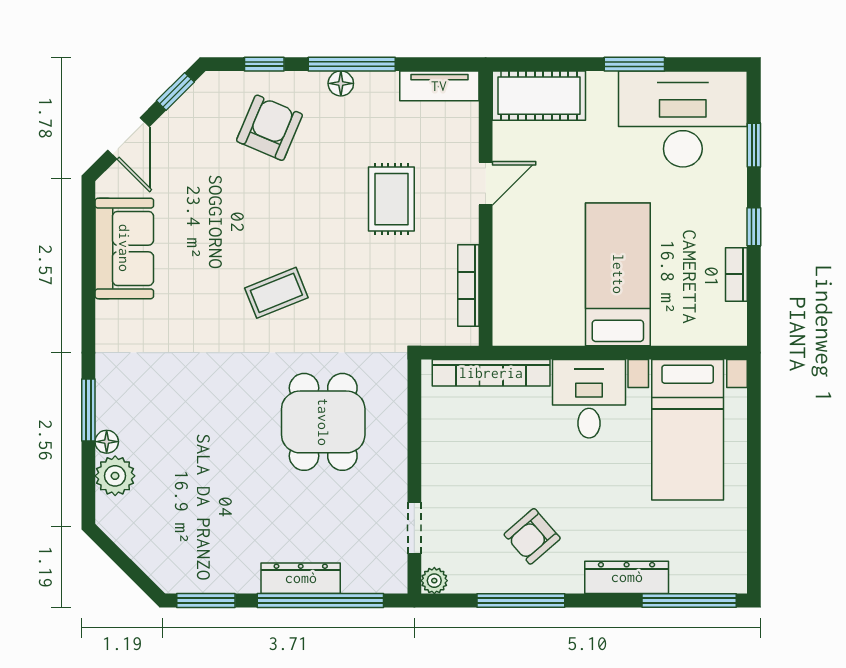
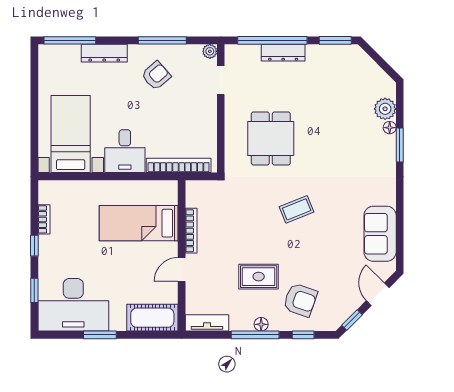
armchair: (270, 128) -> (300, 300), turned -94
rug: (391, 199) -> (259, 277), moved, turned 90
bed: (618, 274) -> (139, 223), moved, turned 90
bookcase: (468, 285) -> (191, 231), moved

